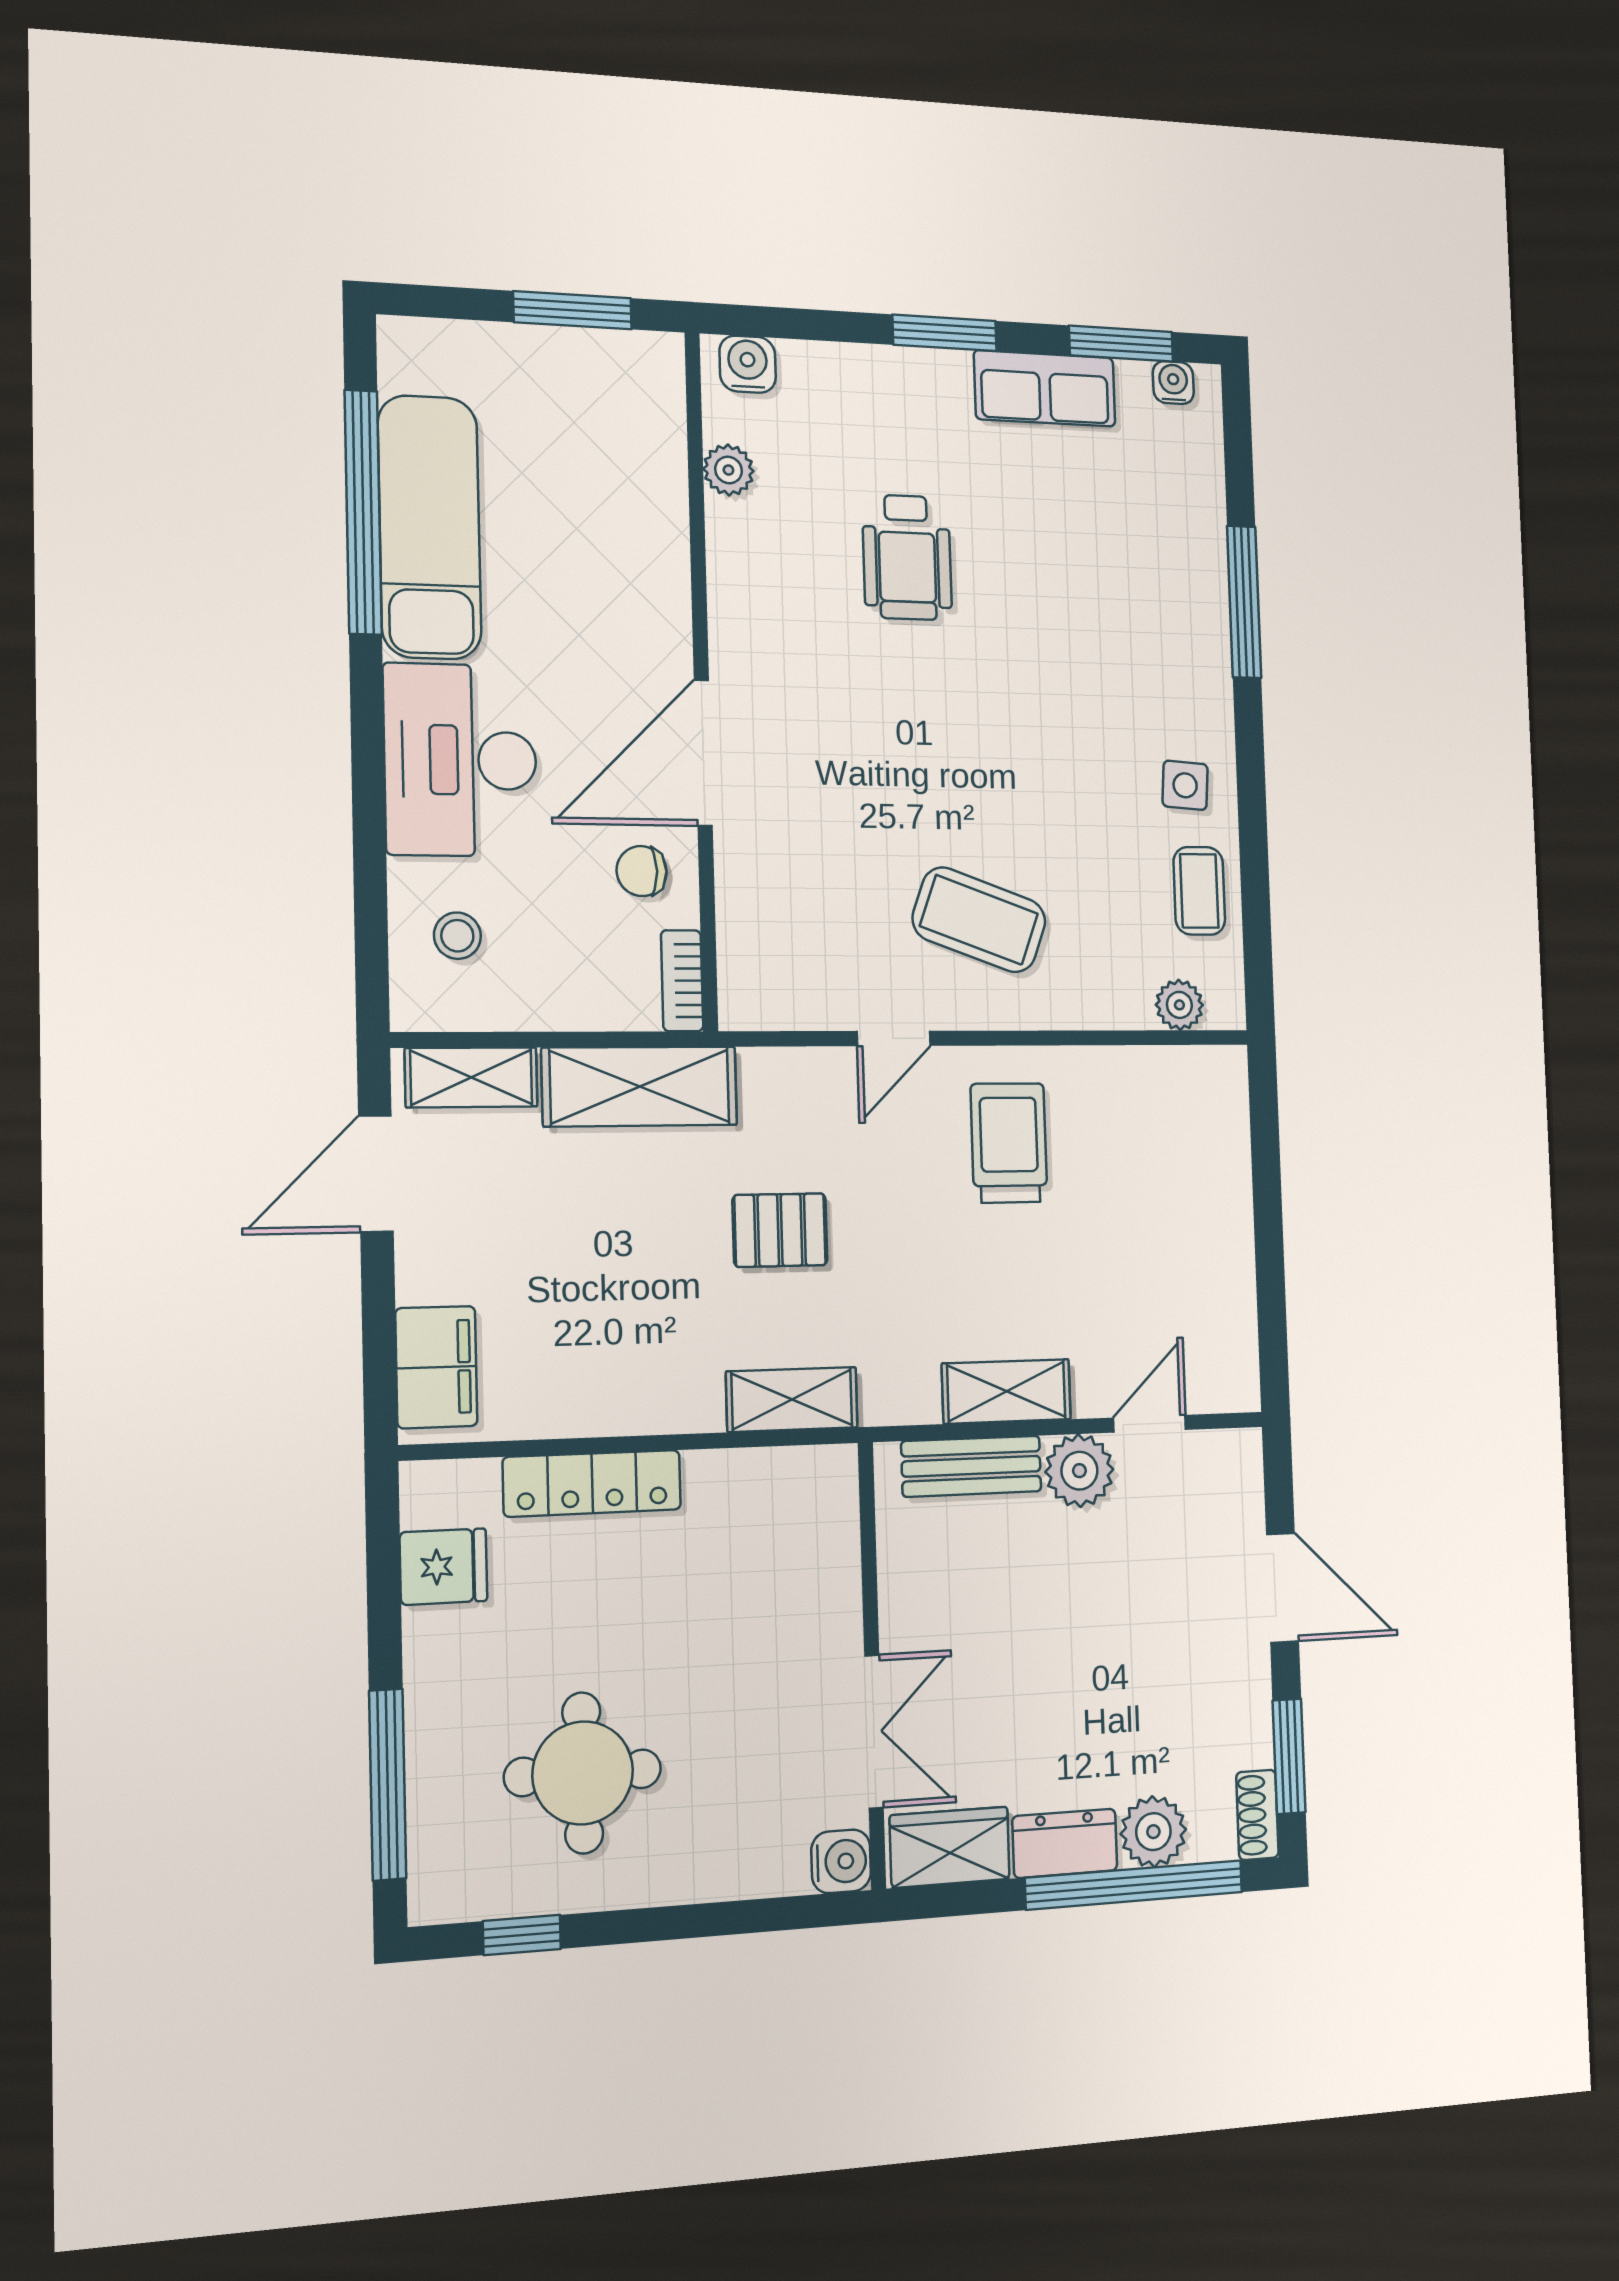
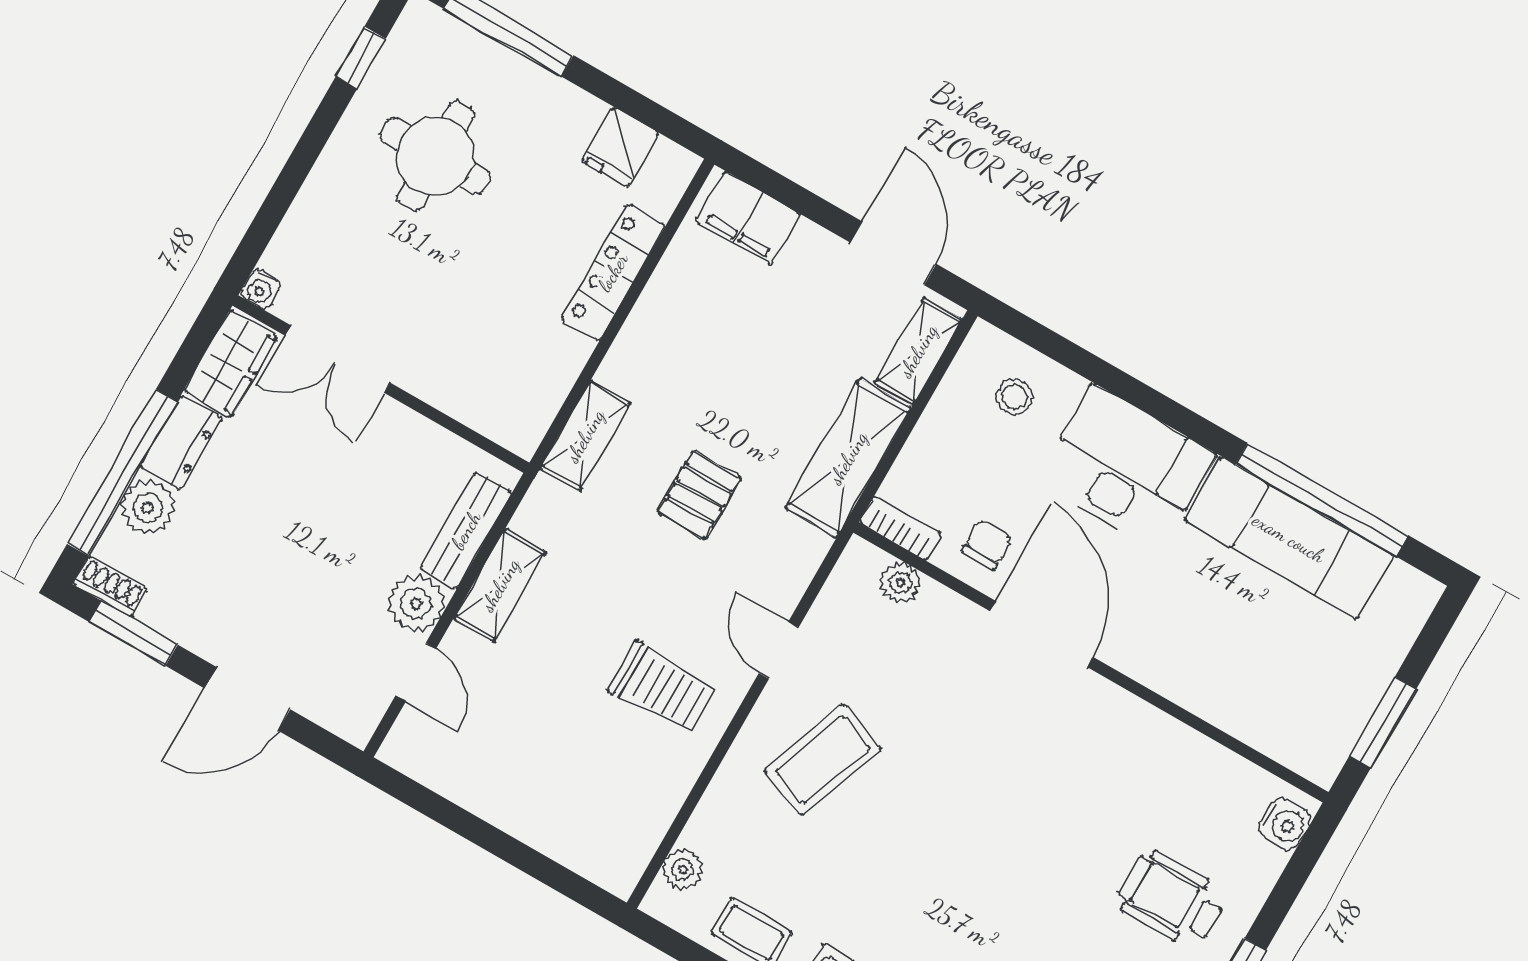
plant: (728, 470) -> (900, 583), moved
wheelchair: (907, 557) -> (1172, 899), moved
water cooler: (841, 1861) -> (261, 289), width x0.72, depth x0.72

